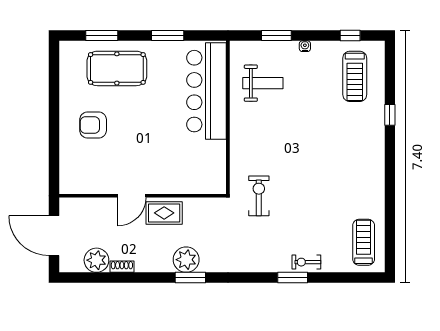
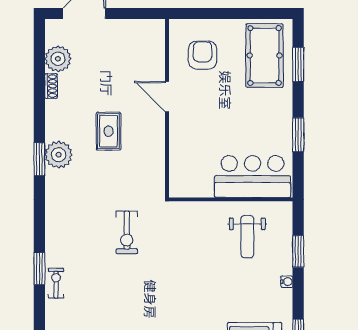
pool table: (117, 68) -> (265, 56), moved
bar counter: (207, 91) -> (253, 176), width x0.73
door: (132, 196) -> (167, 97), moved
wall: (143, 196) -> (167, 108), moved
exercise bike: (259, 196) -> (127, 232), turned 90

